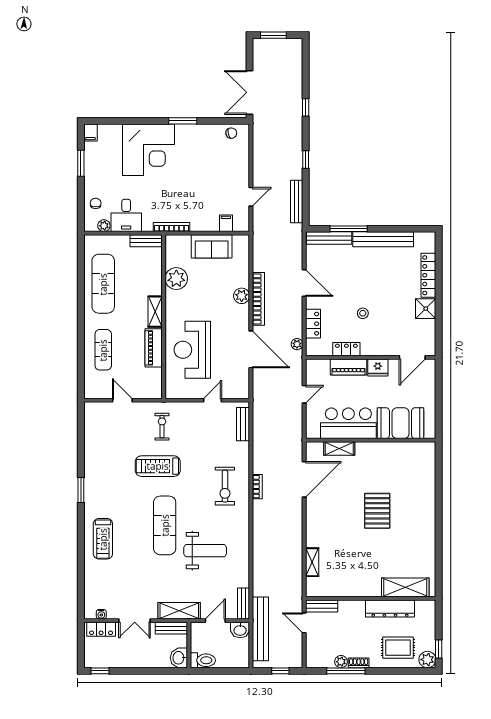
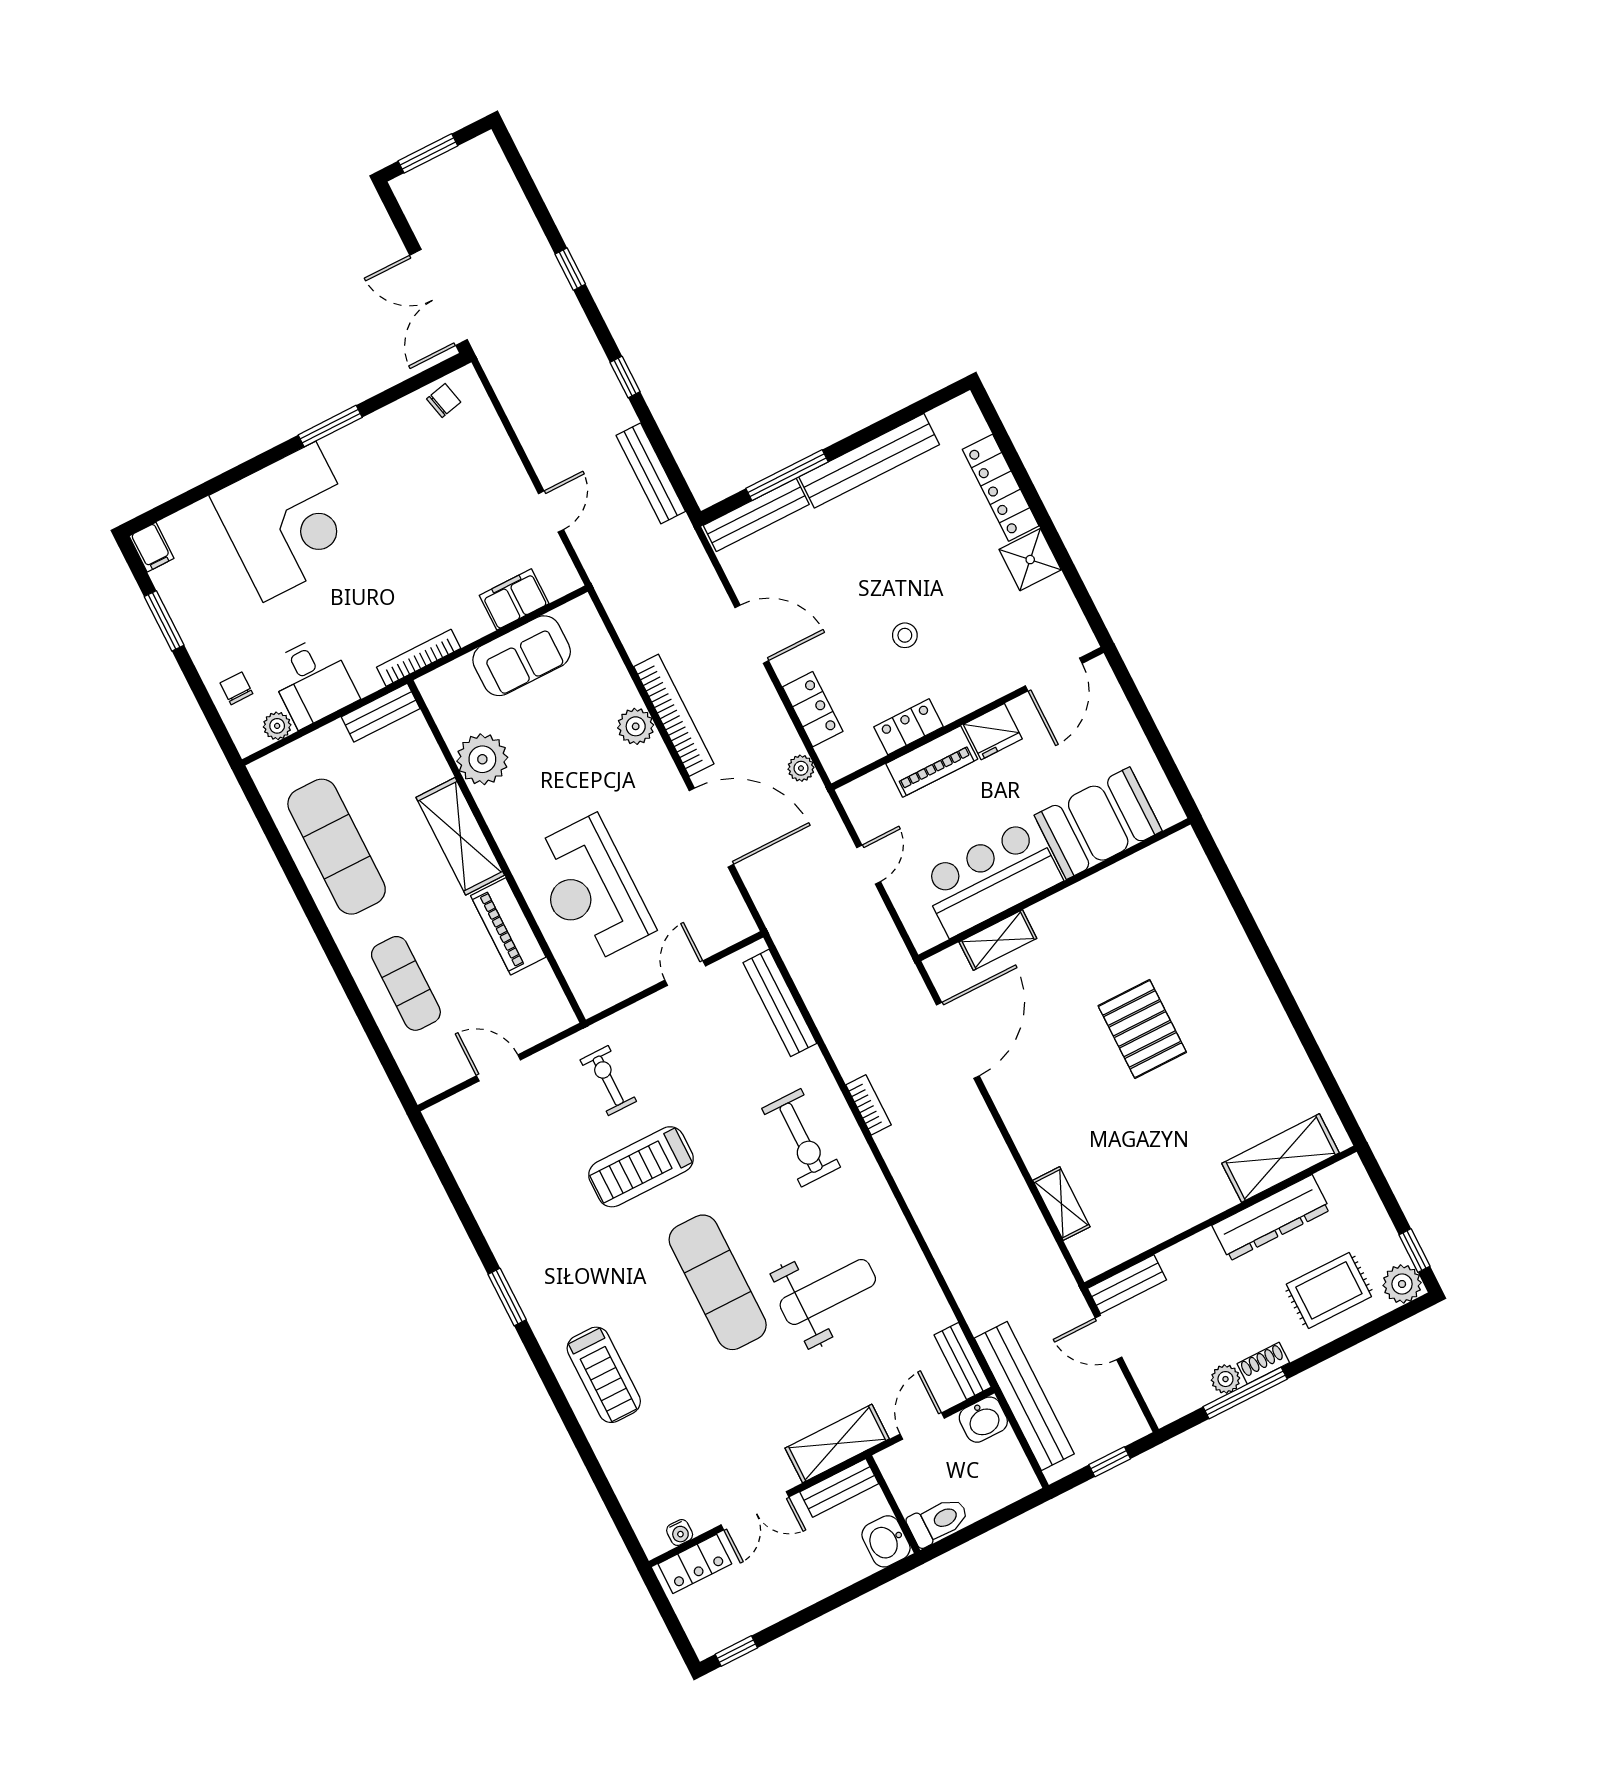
filing cabinet: (226, 223) -> (514, 599), width x2.00
shelving: (155, 312) -> (460, 836), width x1.50, depth x1.33
bench: (243, 424) -> (780, 1003), width x1.36

